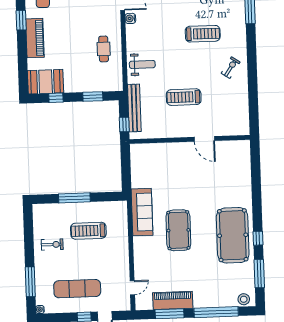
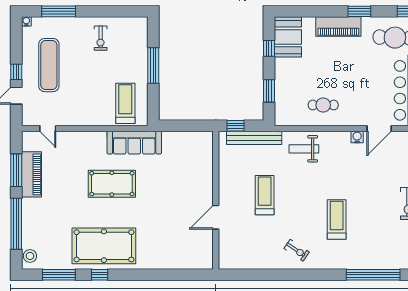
treadmill: (203, 34) -> (337, 219), turned 180
weight bench: (142, 64) -> (304, 149), turned 90
treadmill: (88, 231) -> (125, 103), moved

